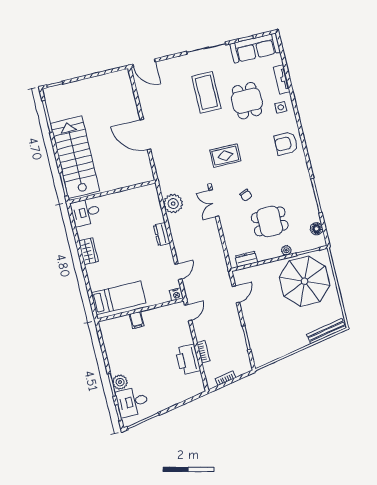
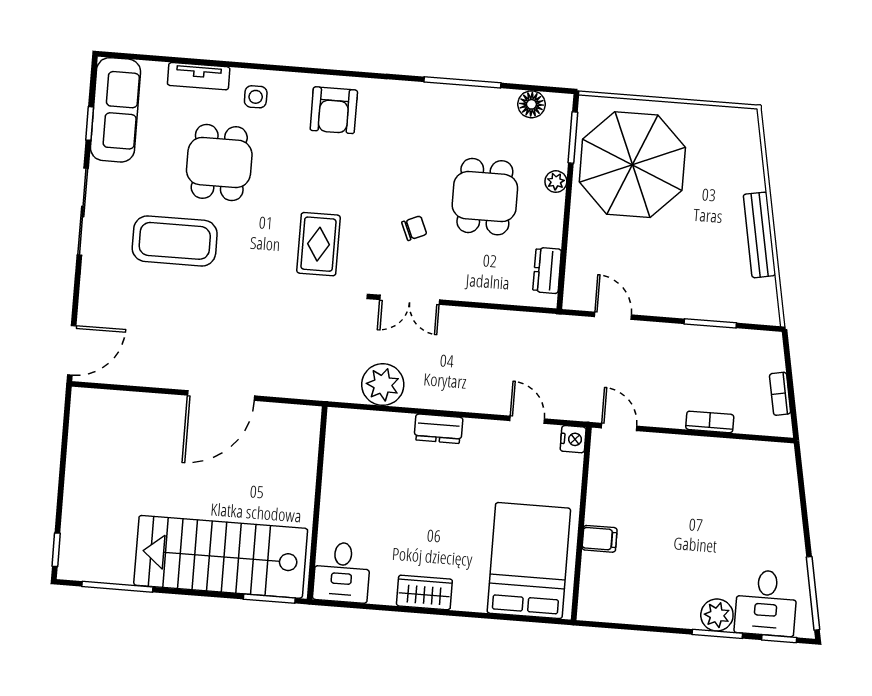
dining table: (247, 101) -> (219, 162), turned 90
bed: (118, 298) -> (529, 561), width x1.50
bench: (326, 331) -> (759, 235), moved
printer: (188, 359) -> (716, 459), removed

